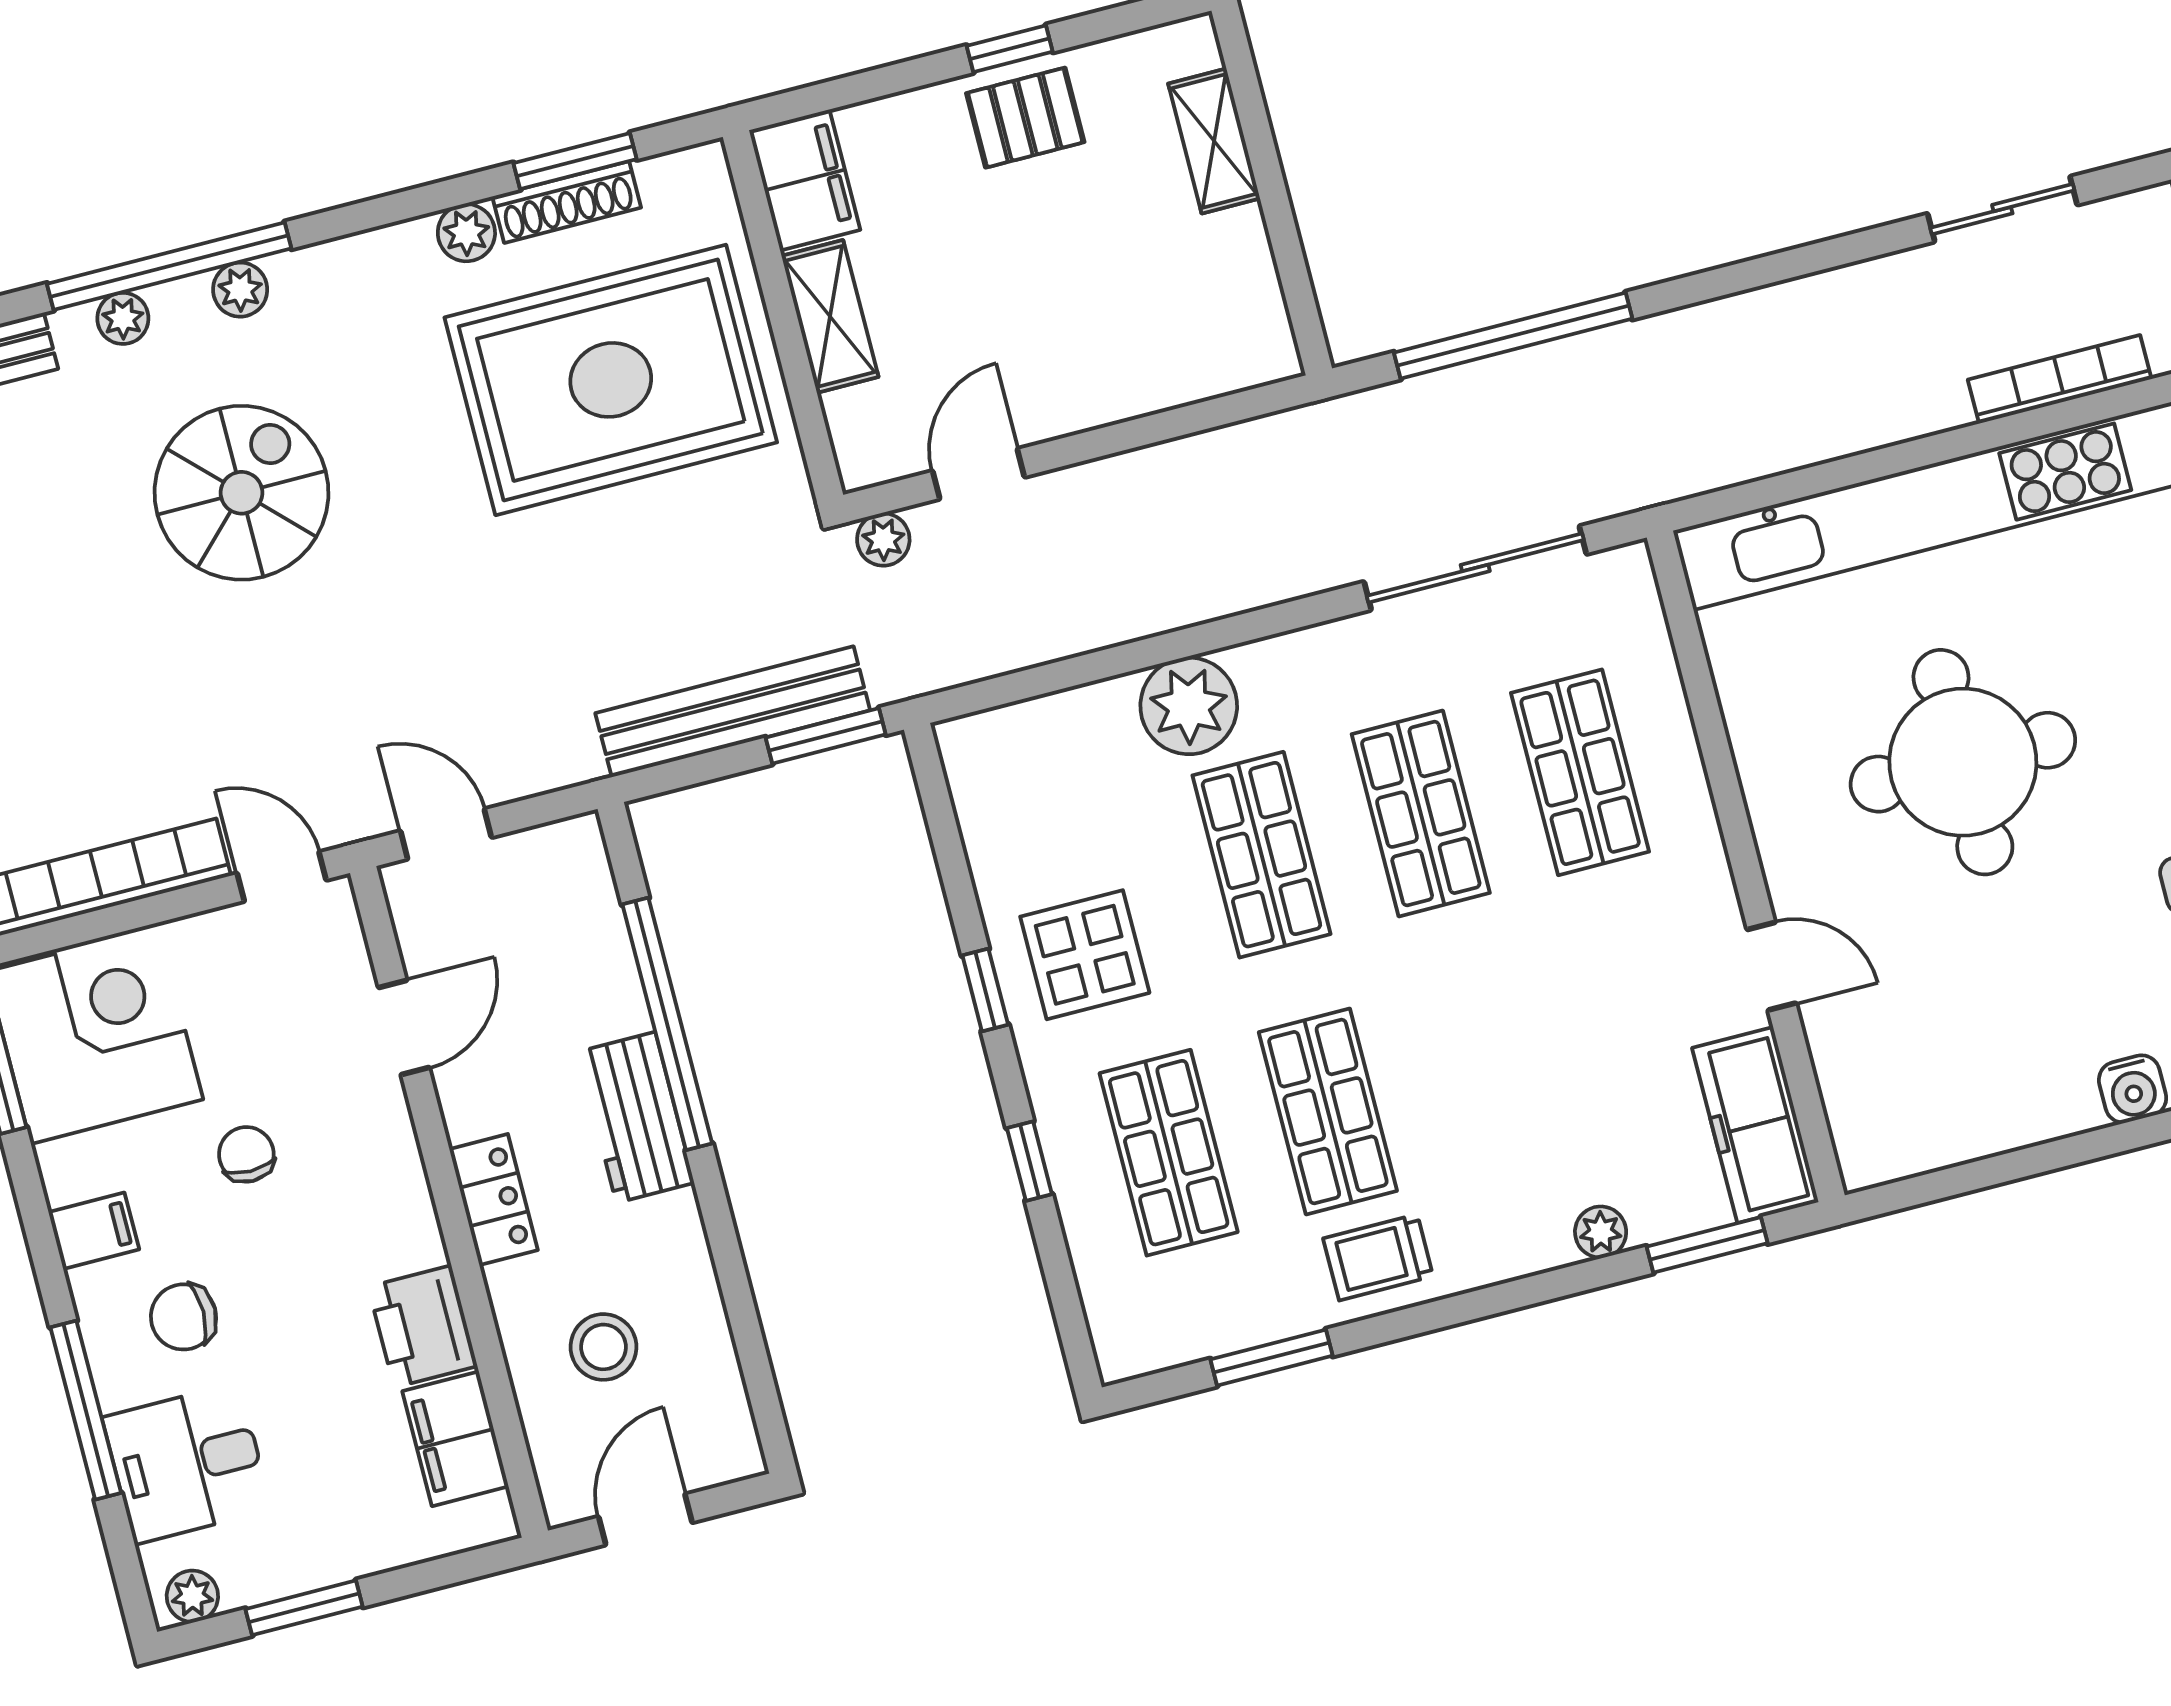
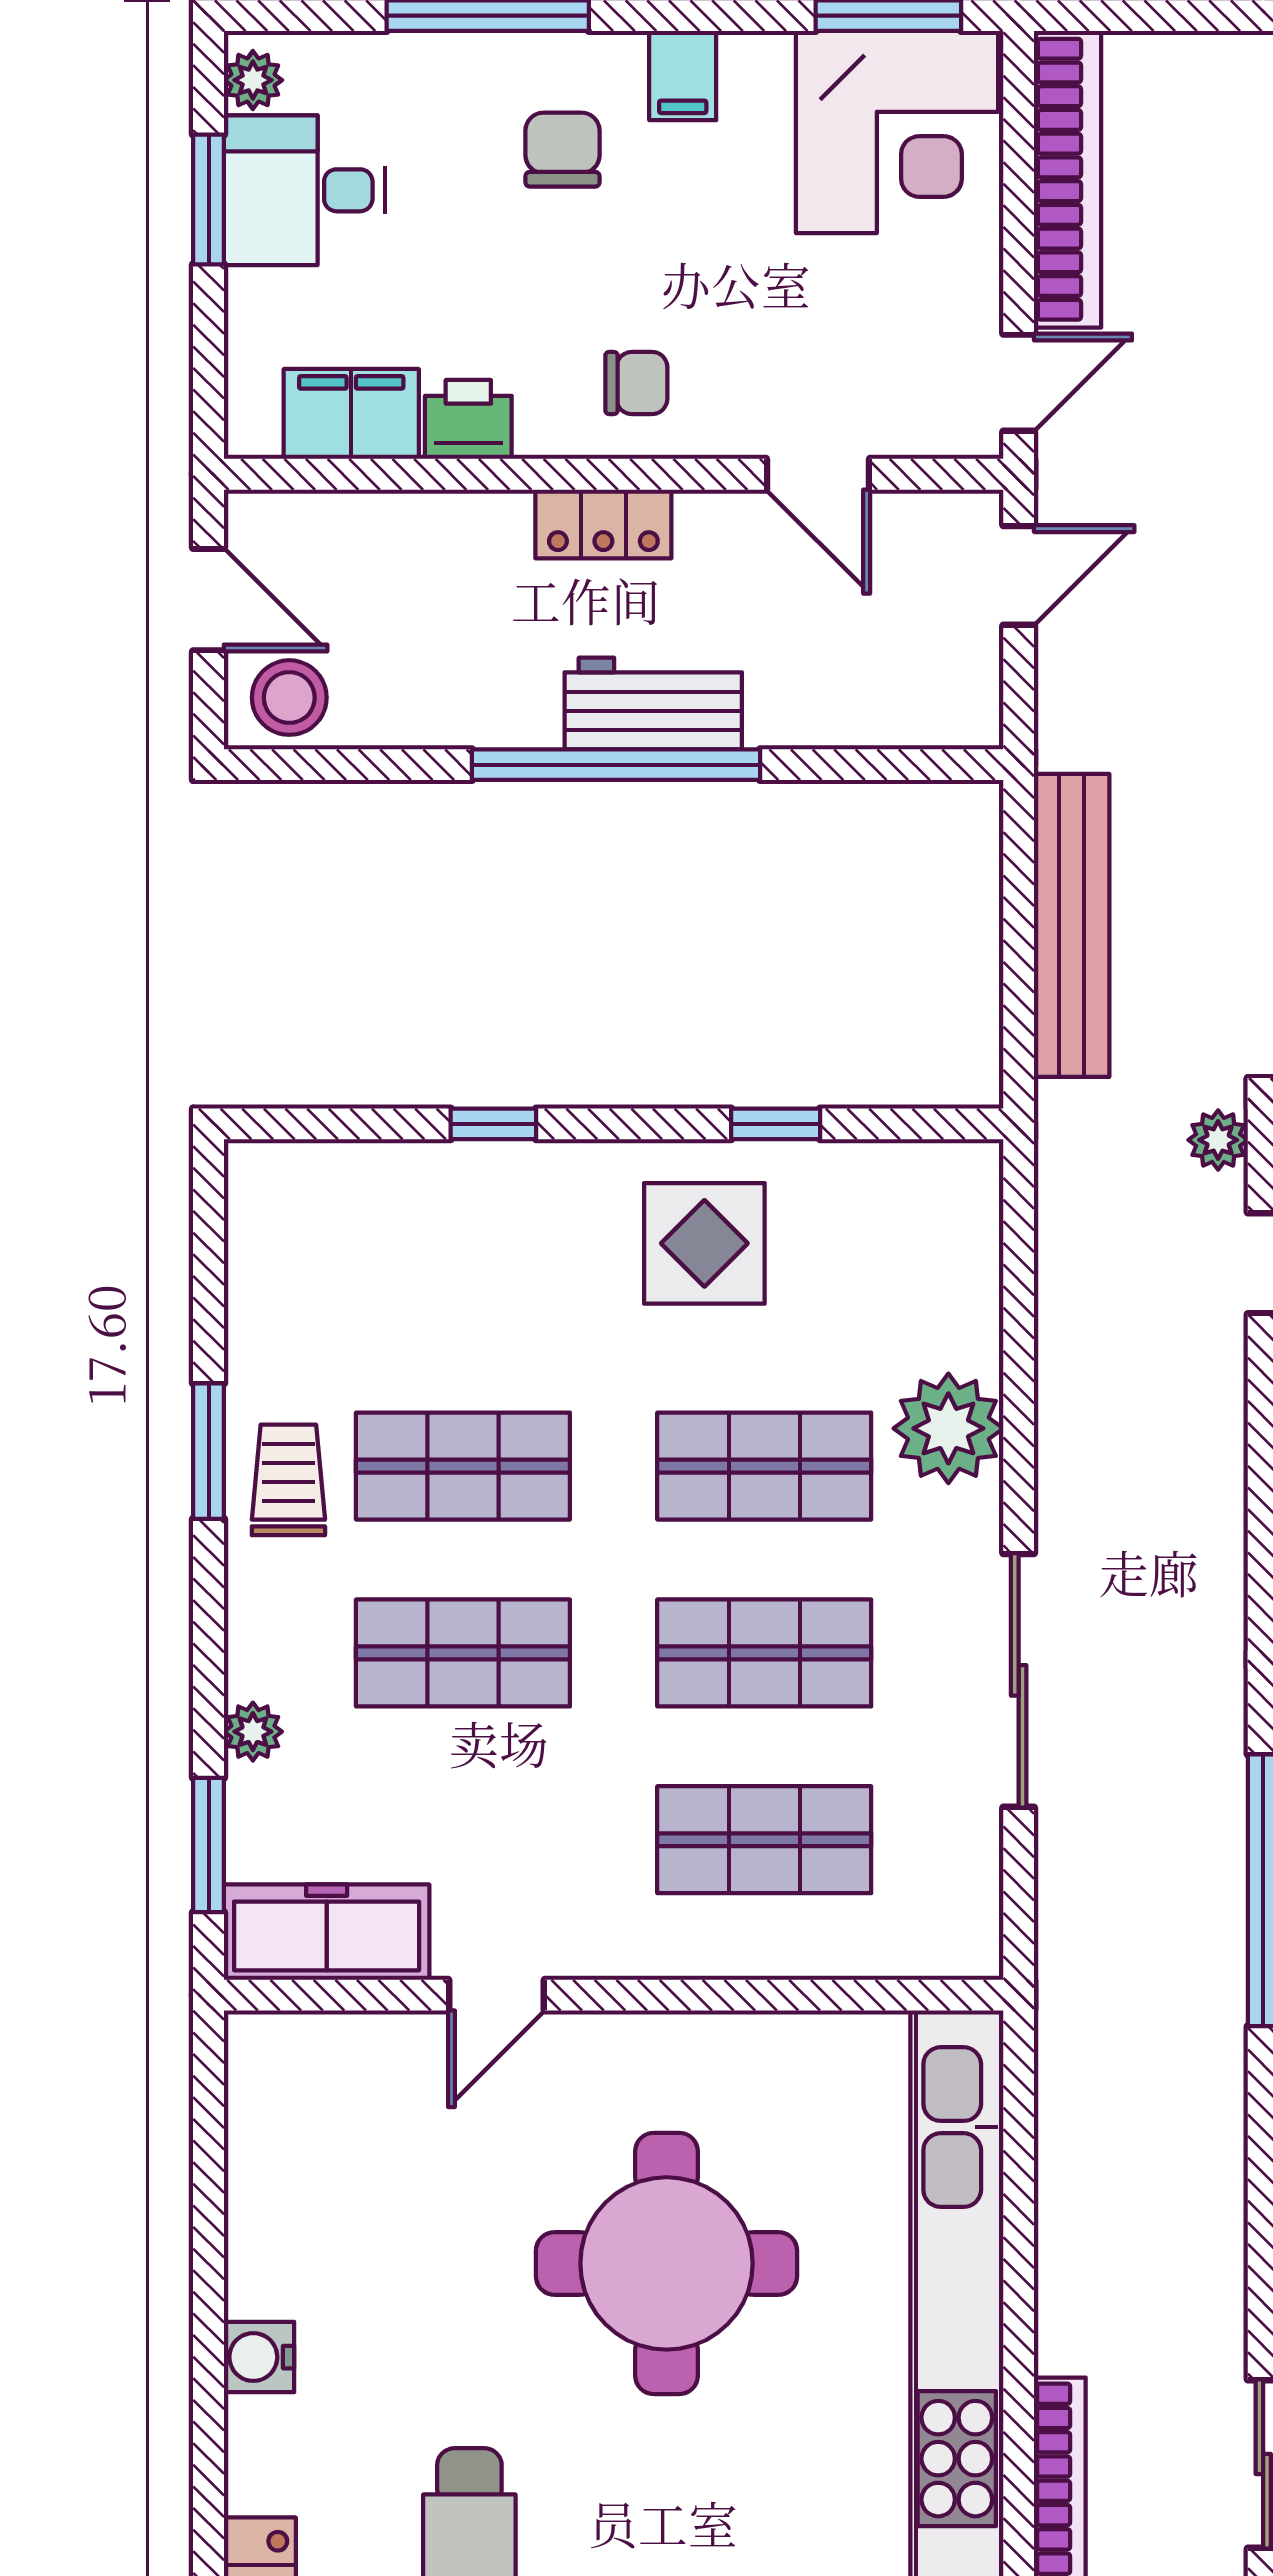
sliding door: (1475, 568) -> (1019, 1680), moved
window: (826, 736) -> (1019, 1021), removed
window: (985, 990) -> (776, 1124), moved
window: (667, 1024) -> (616, 765), moved
shop shelf: (1169, 1153) -> (463, 1653), moved
chair: (246, 1154) -> (636, 383), moved
printer: (423, 1326) -> (468, 419), width x0.73, depth x0.81
stool: (603, 1347) -> (289, 698), moved
window: (1272, 1358) -> (209, 1451), moved
desk: (187, 1463) -> (305, 190), moved, turned -90

